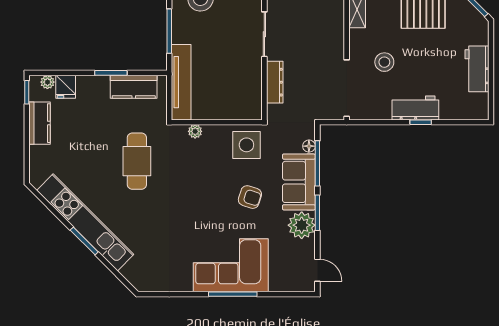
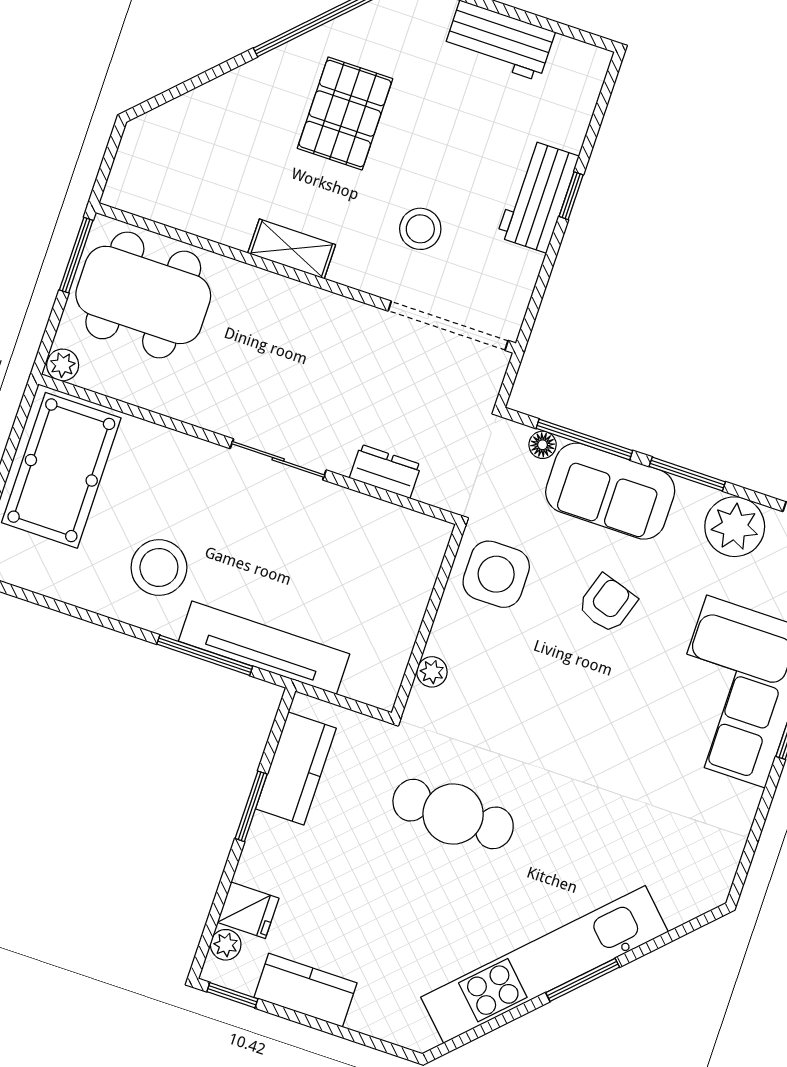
tv unit: (181, 82) -> (264, 648), moved
dresser: (275, 82) -> (385, 471), width x0.70
plant: (302, 225) -> (735, 527), moved

